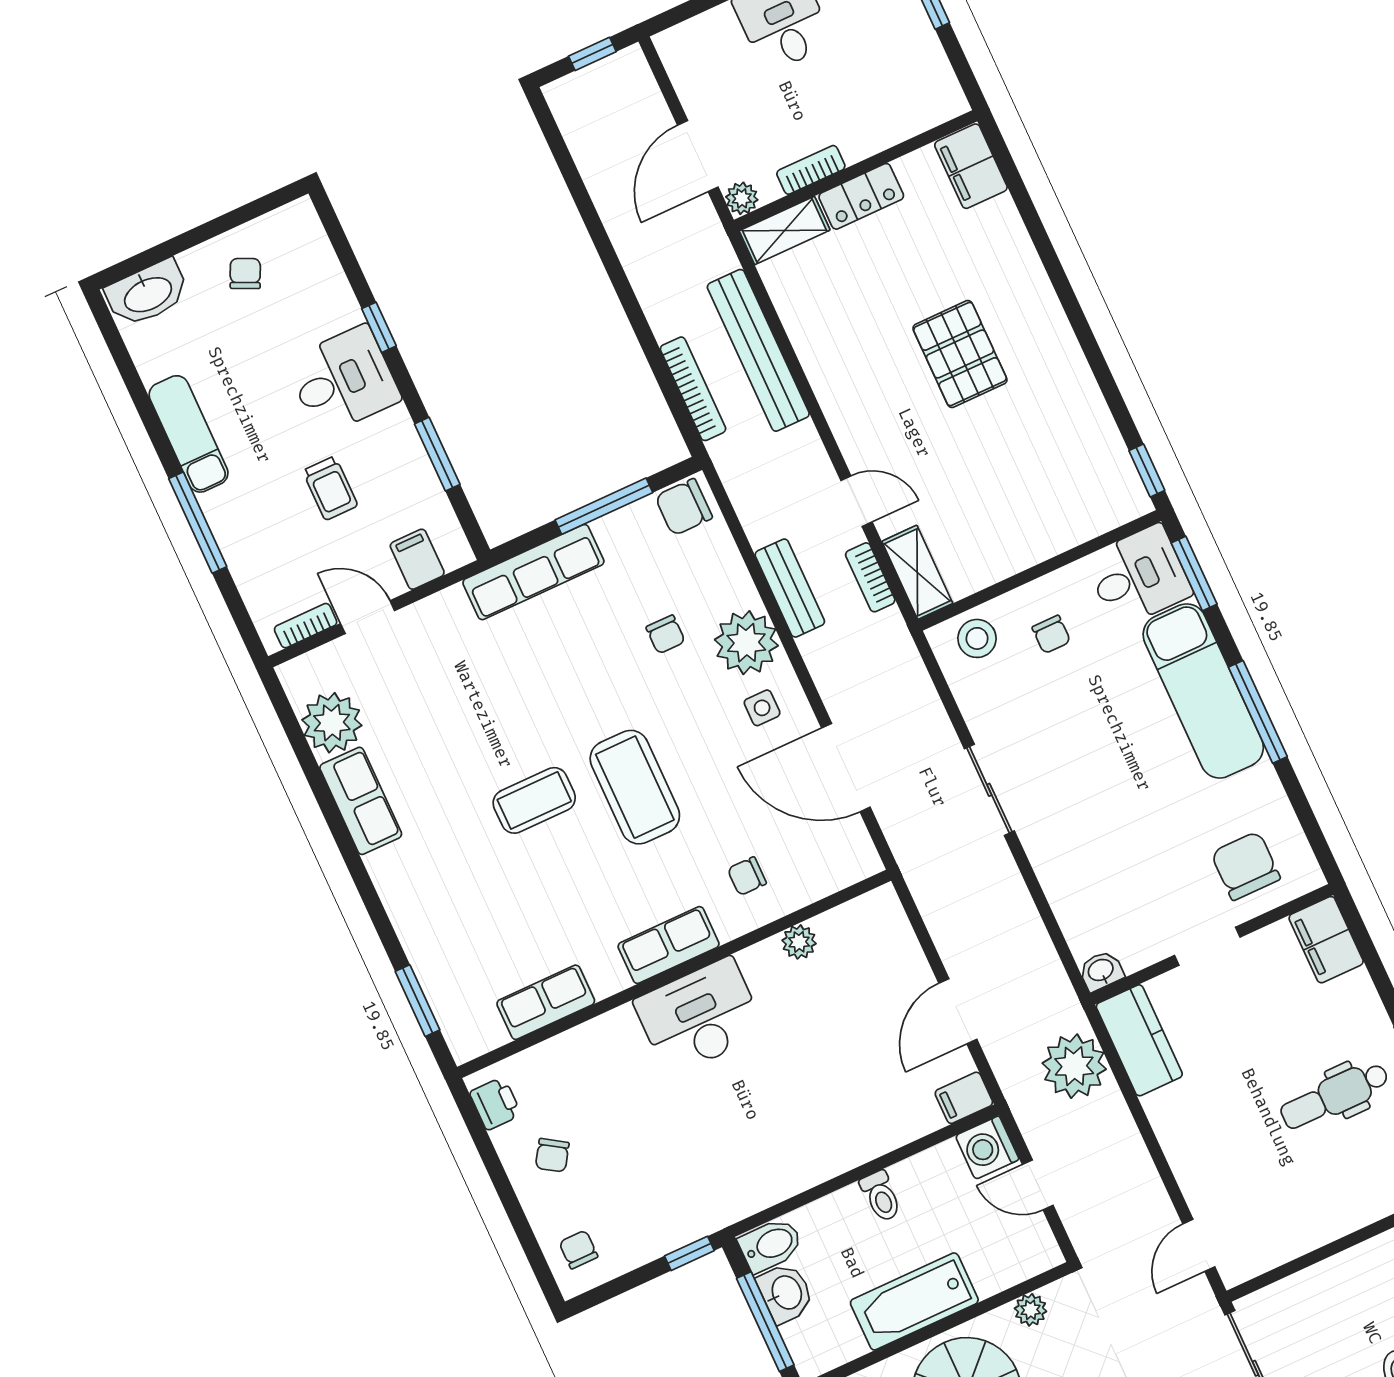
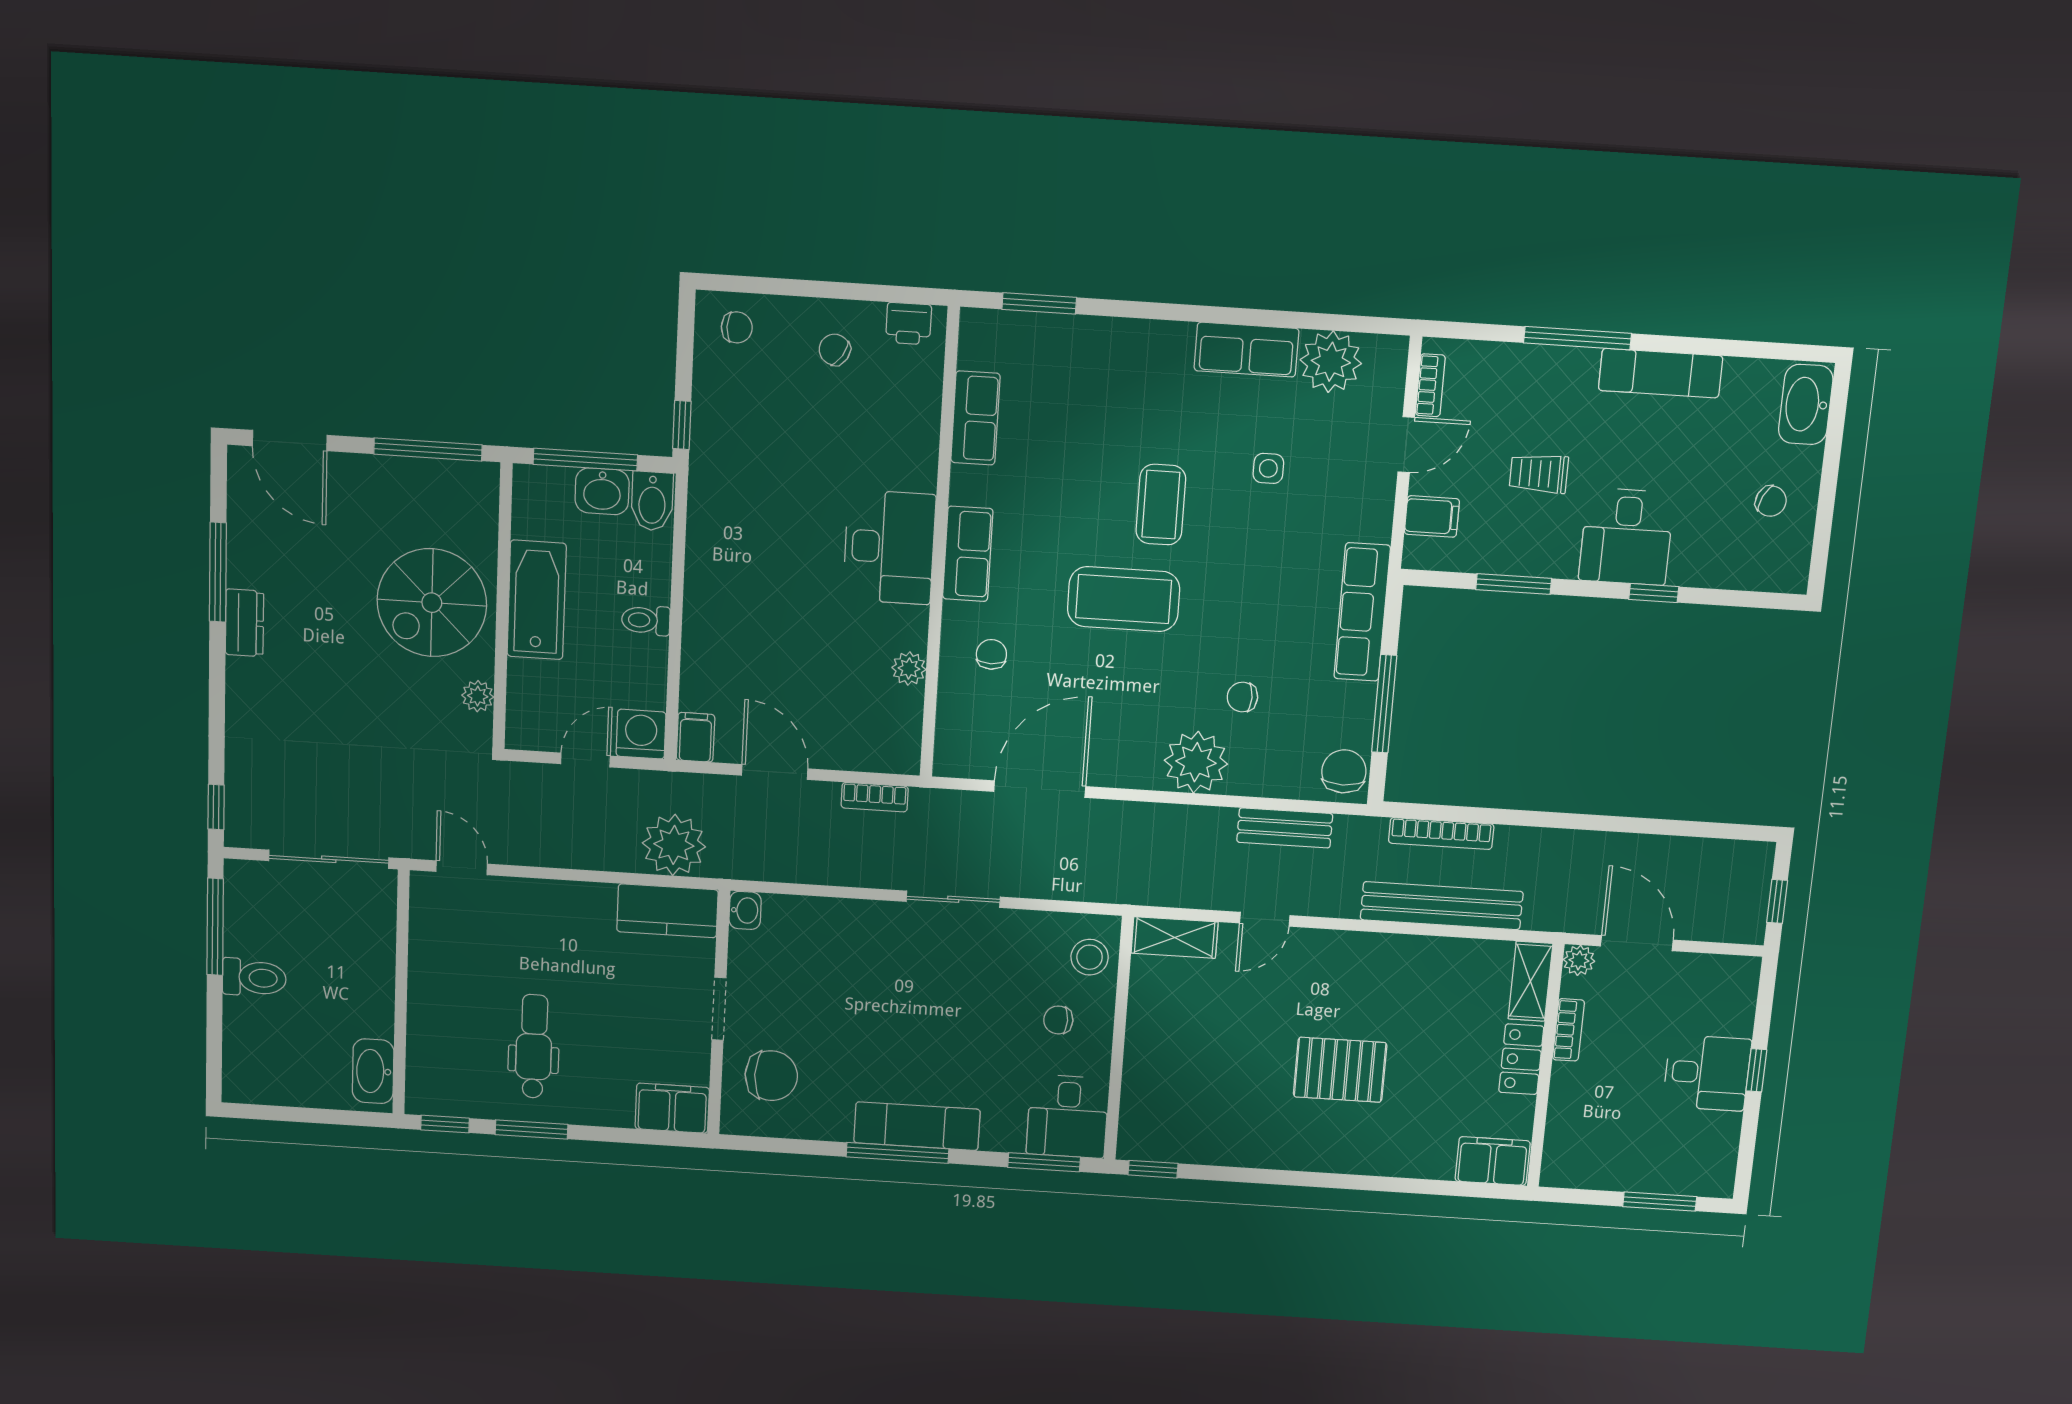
bookcase: (870, 577) -> (875, 797), moved, turned 180
bench: (790, 588) -> (1285, 828), moved
exam couch: (1203, 691) -> (917, 1126), width x0.73, depth x0.69
side table: (762, 708) -> (1268, 468), moved

